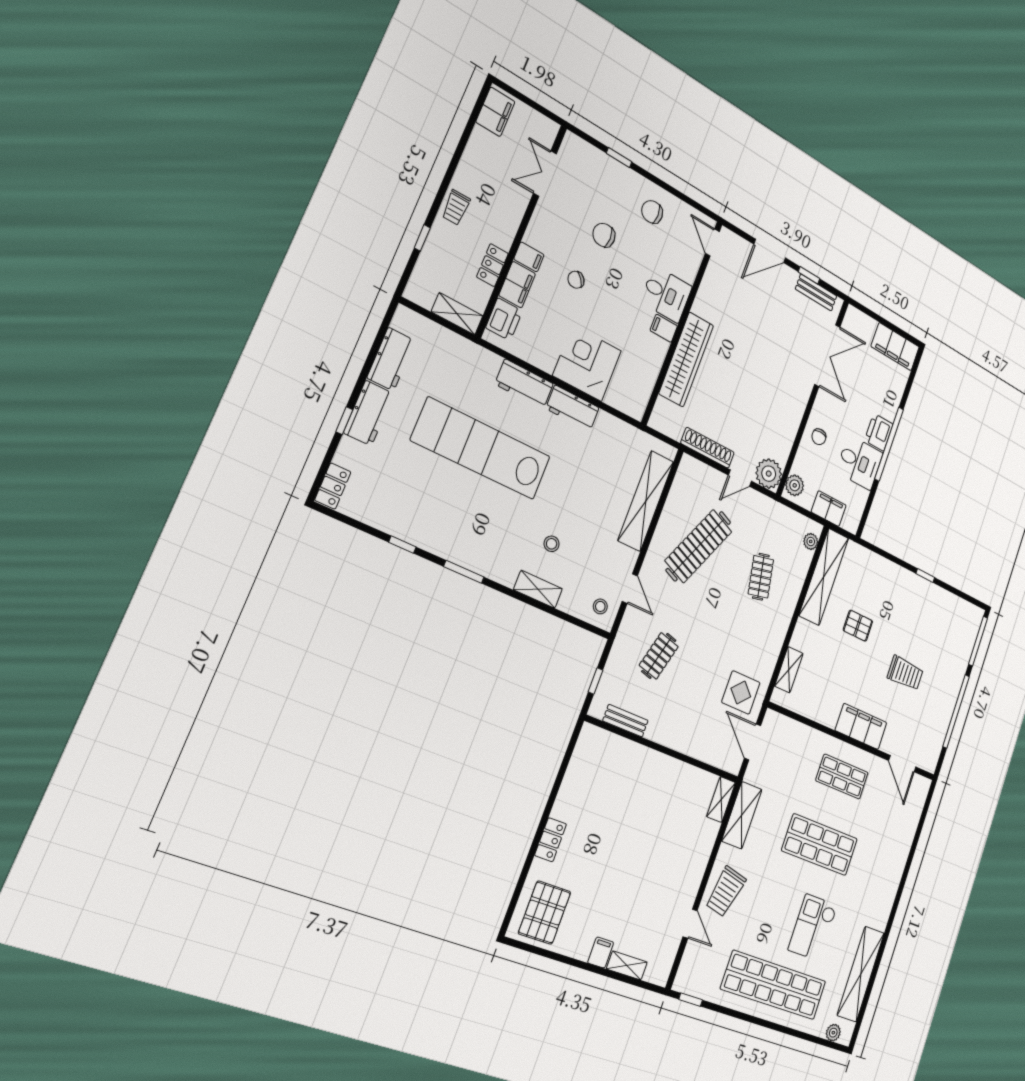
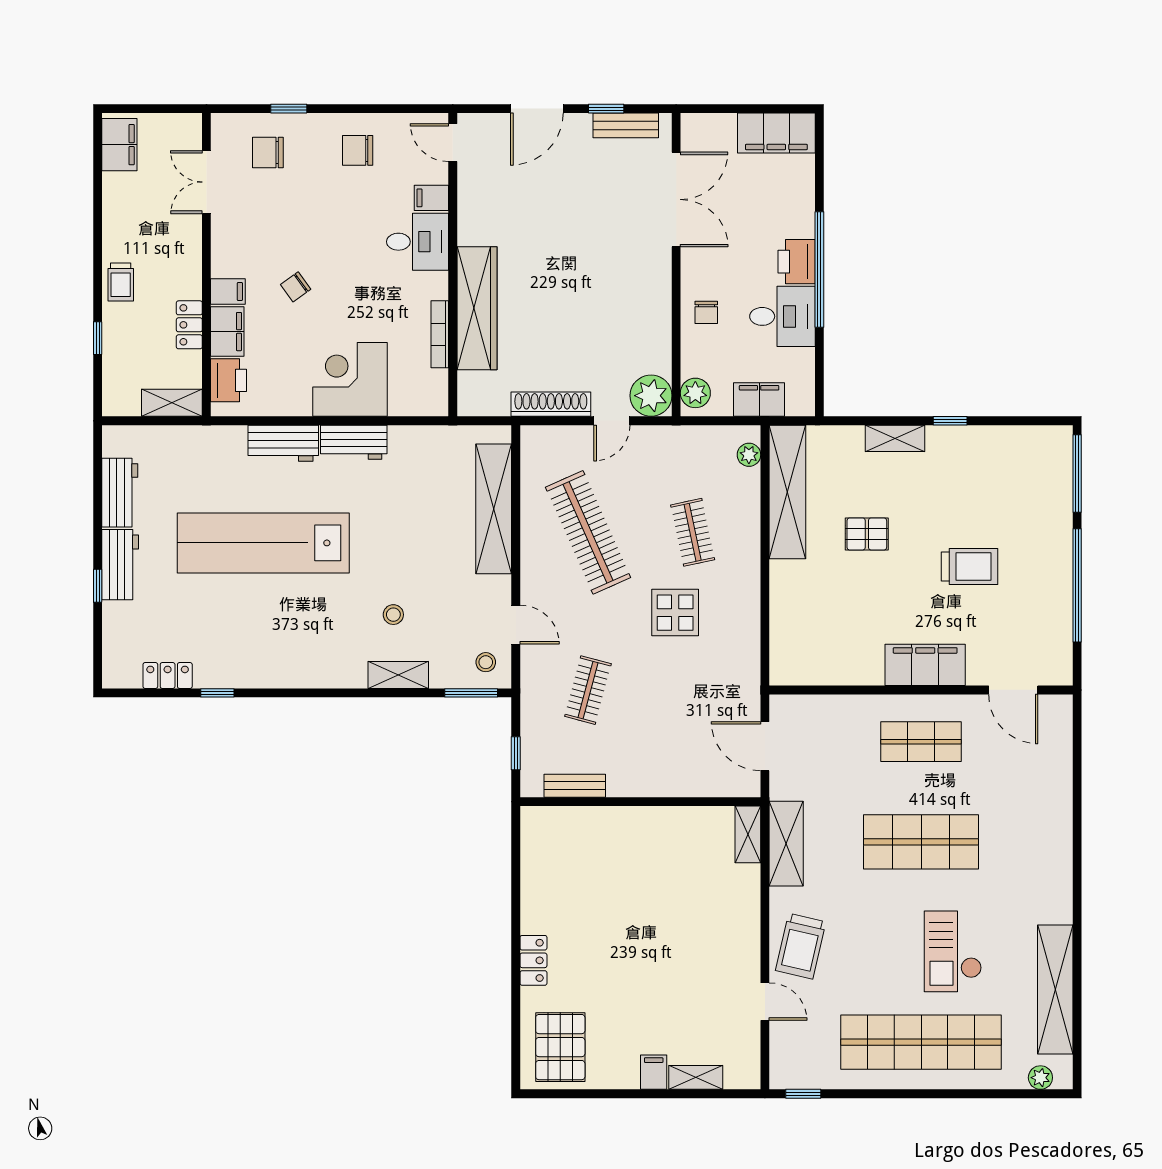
chair: (604, 235) -> (268, 153), moved
filing cabinet: (664, 328) -> (431, 198), moved
bookcase: (657, 364) -> (440, 334), added
locker: (333, 486) -> (168, 675), moved, turned -90
clothes rail: (699, 546) -> (588, 532), turned -48
window: (464, 572) -> (471, 693), moved
shelving: (789, 670) -> (895, 438), moved, turned 90
display table: (741, 692) -> (675, 613), moved

